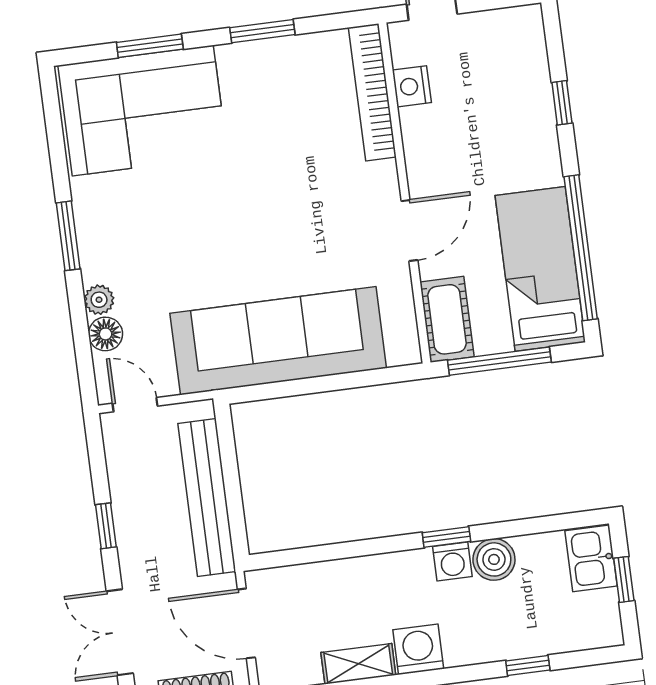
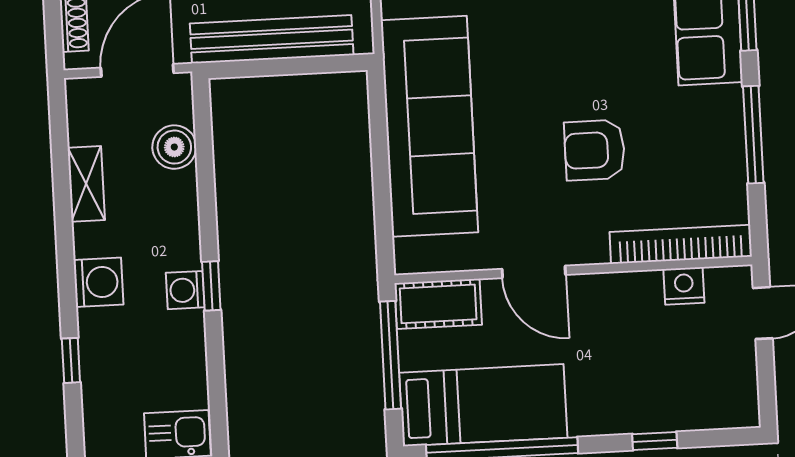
window: (262, 31) -> (753, 135), width x1.44
armchair: (289, 181) -> (595, 150), added
boiler: (494, 559) -> (174, 147), moved
washing machine: (418, 649) -> (98, 282), moved

